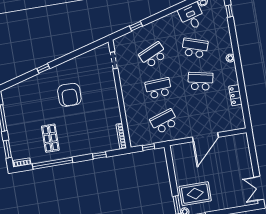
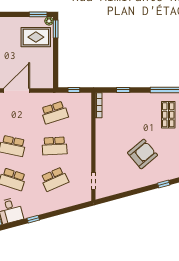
window: (136, 26) -> (33, 219), moved
armchair: (69, 95) -> (143, 154), turned 50

